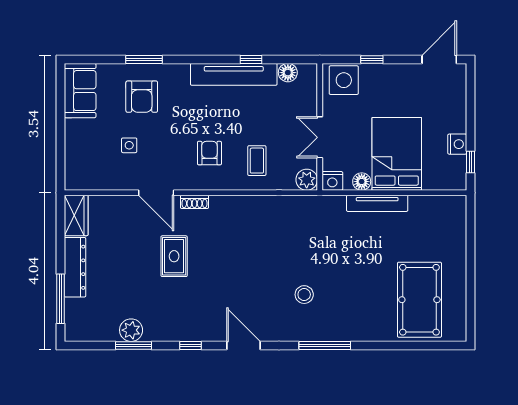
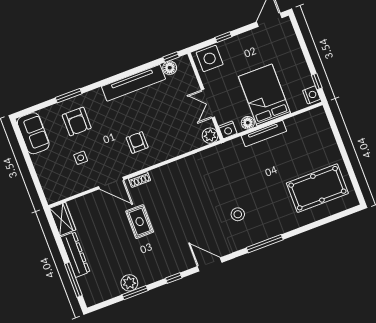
window: (251, 59) -> (171, 57), moved
nightstand: (457, 144) -> (311, 95), moved
coffee table: (257, 161) -> (171, 135), removed
pool table: (419, 300) -> (317, 188), turned 90

